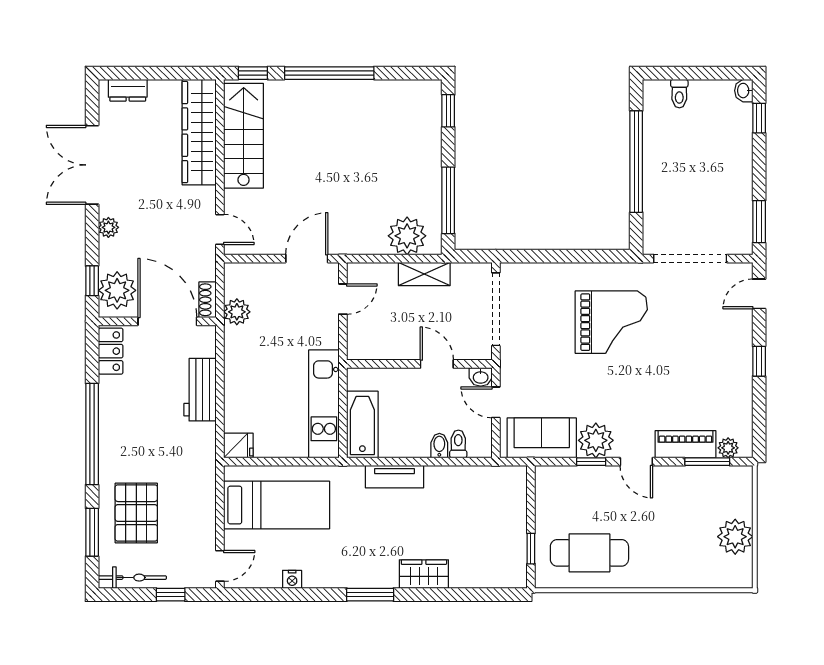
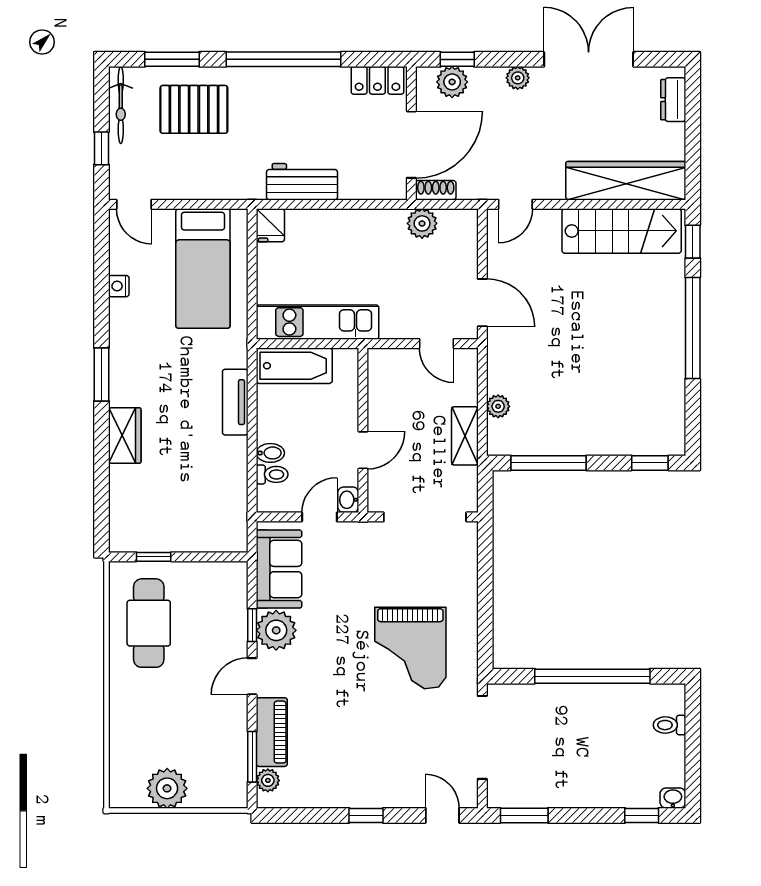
plant: (407, 236) -> (498, 406), width x0.53, depth x0.53
plant: (117, 290) -> (452, 82), width x0.73, depth x0.73
workbench: (200, 390) -> (302, 182), moved

